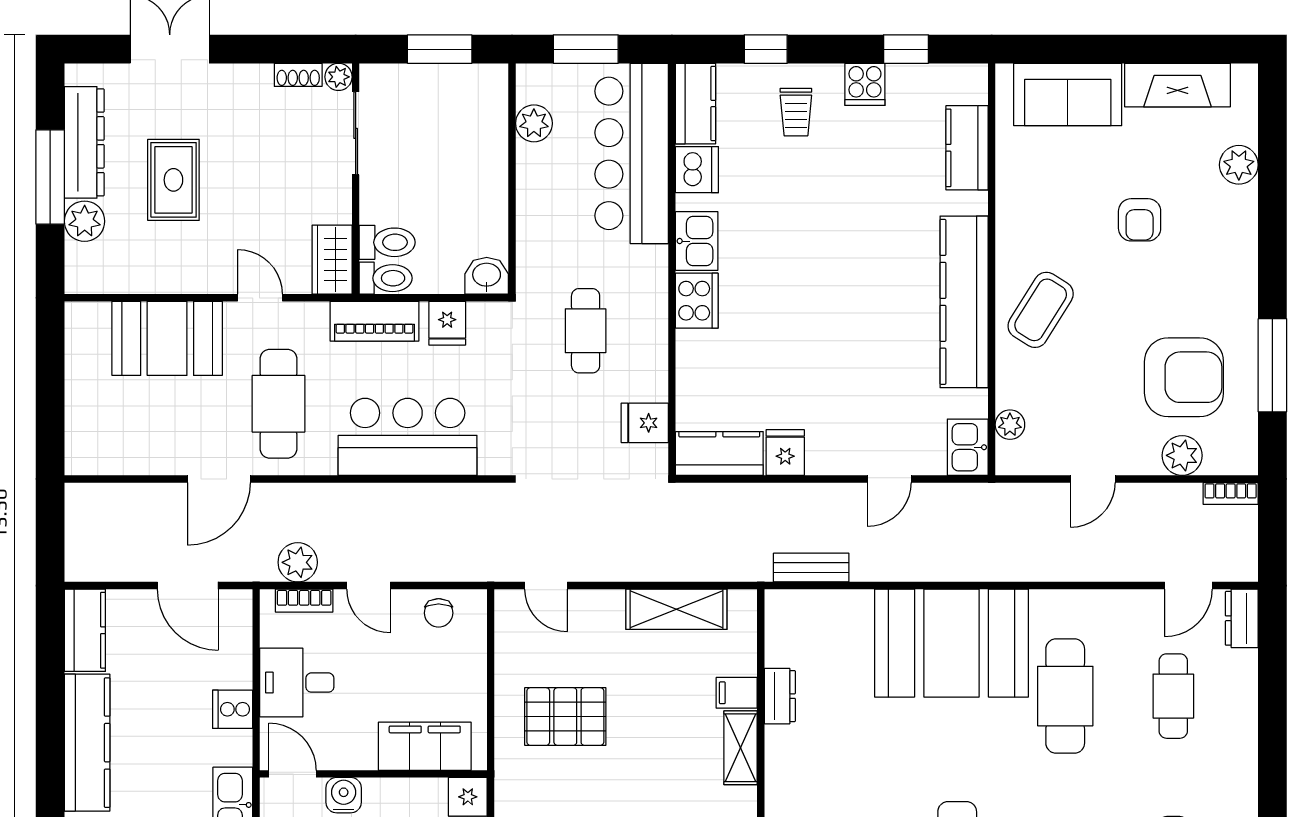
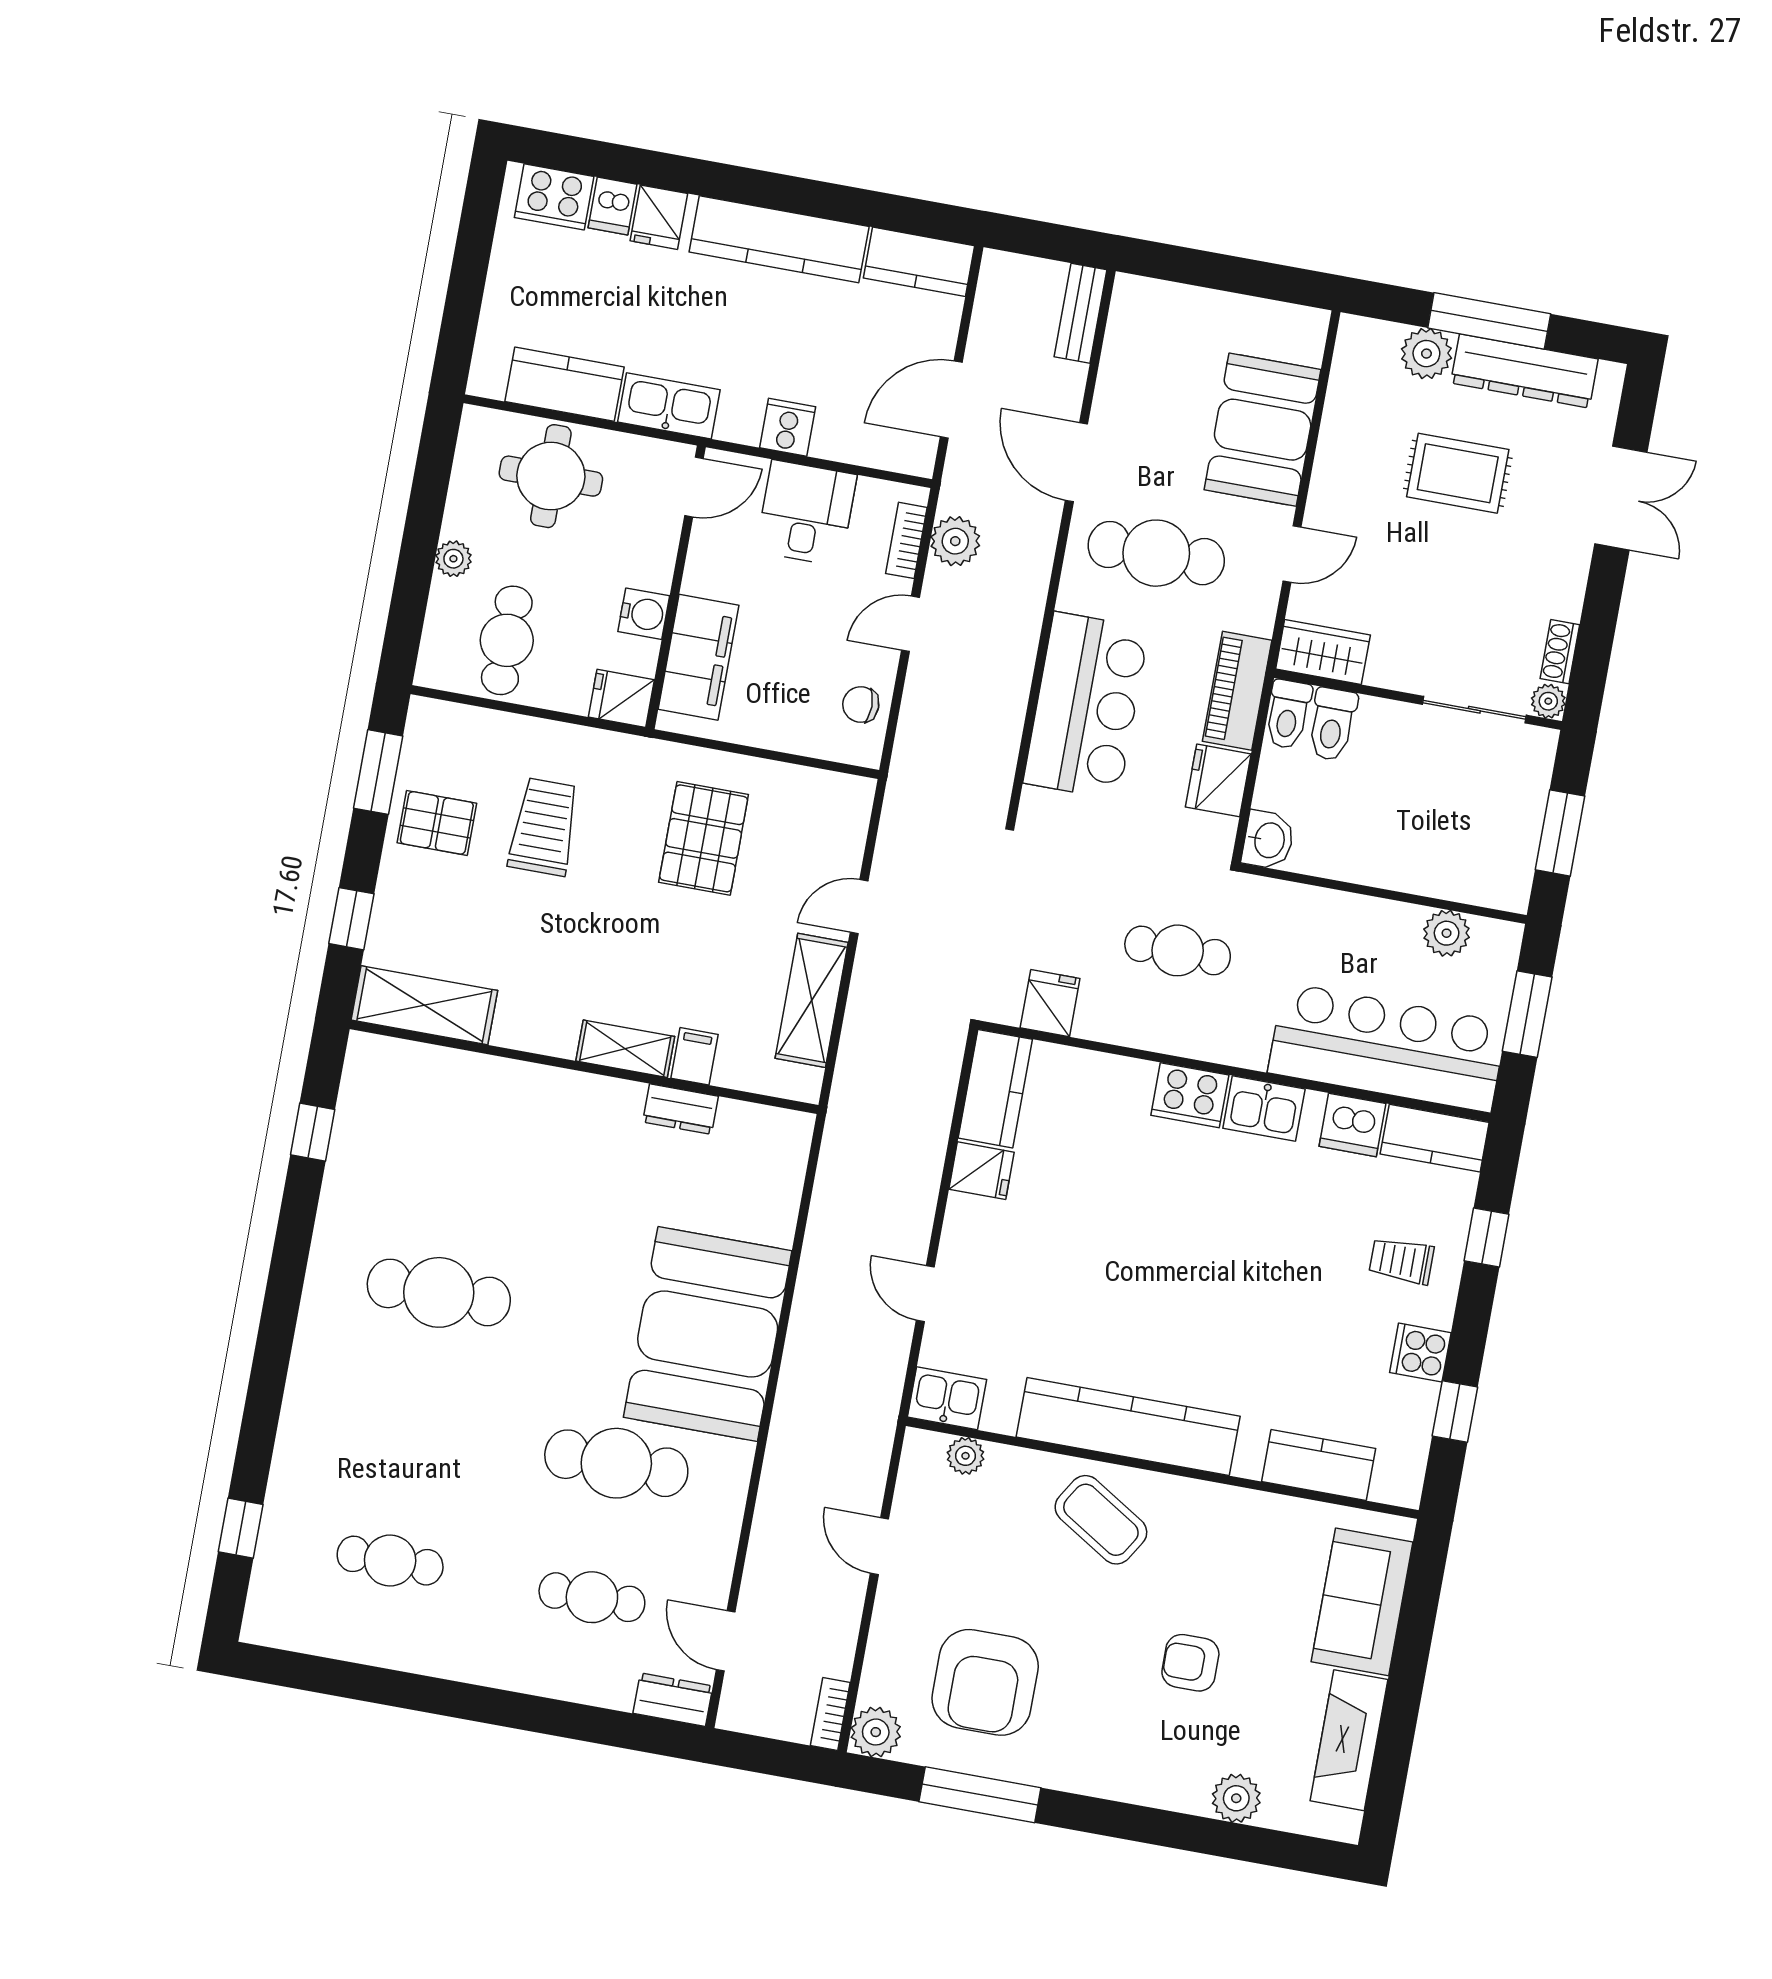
fridge: (447, 323) -> (1218, 780), width x1.38
plant: (1182, 455) -> (876, 1732), moved
bench: (811, 568) -> (1080, 313), moved
door: (546, 586) -> (859, 907), moved
water cooler: (344, 795) -> (644, 614), moved

